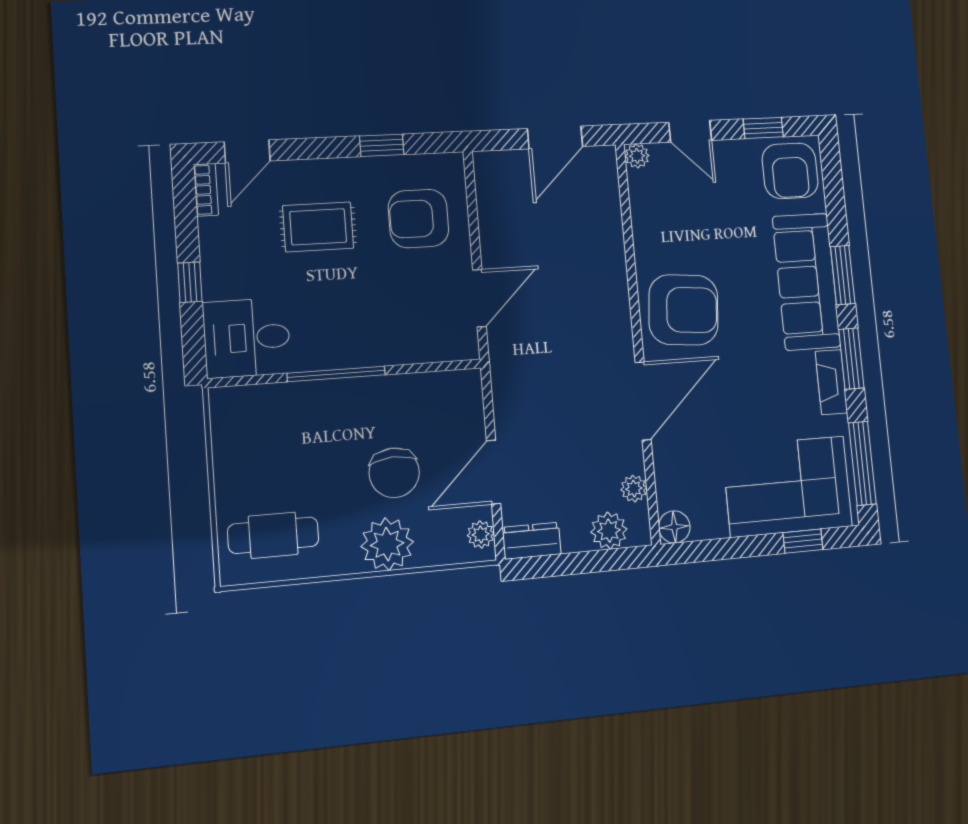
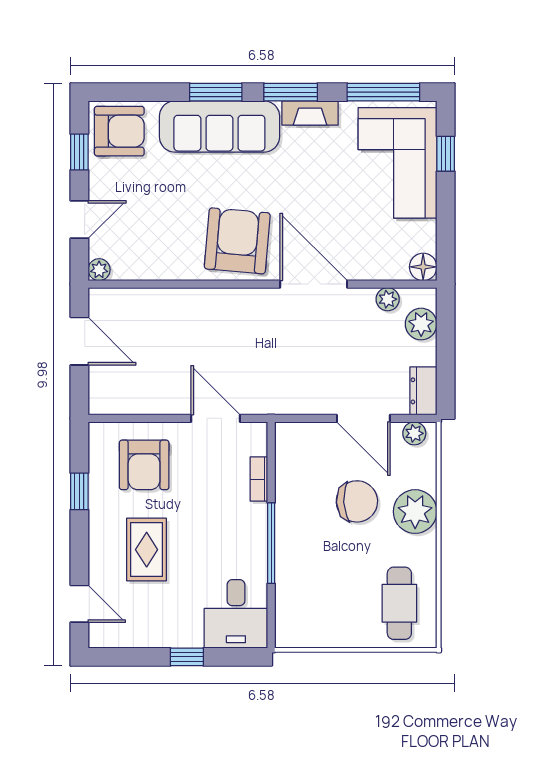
bookcase: (206, 190) -> (259, 479), moved, turned -90

